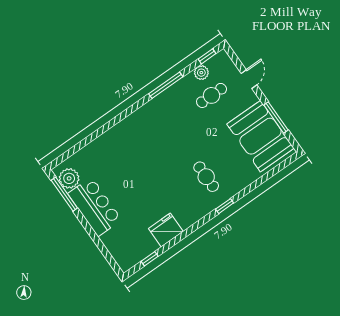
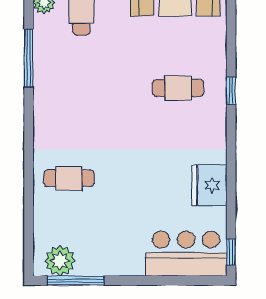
cafe table: (117, 152) -> (69, 178), added
bar counter: (95, 207) -> (186, 254), moved
window: (150, 259) -> (231, 252), moved

